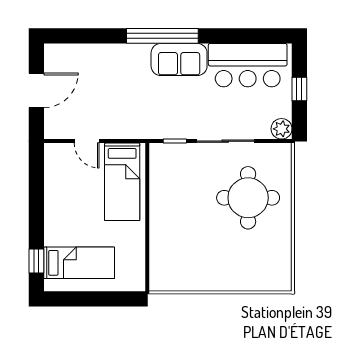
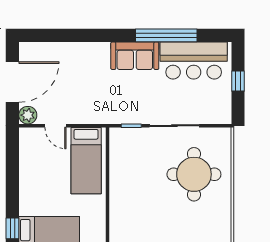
window: (162, 36) -> (166, 35), moved
door: (36, 90) -> (12, 82), width x1.36
plant: (282, 129) -> (28, 115), moved

